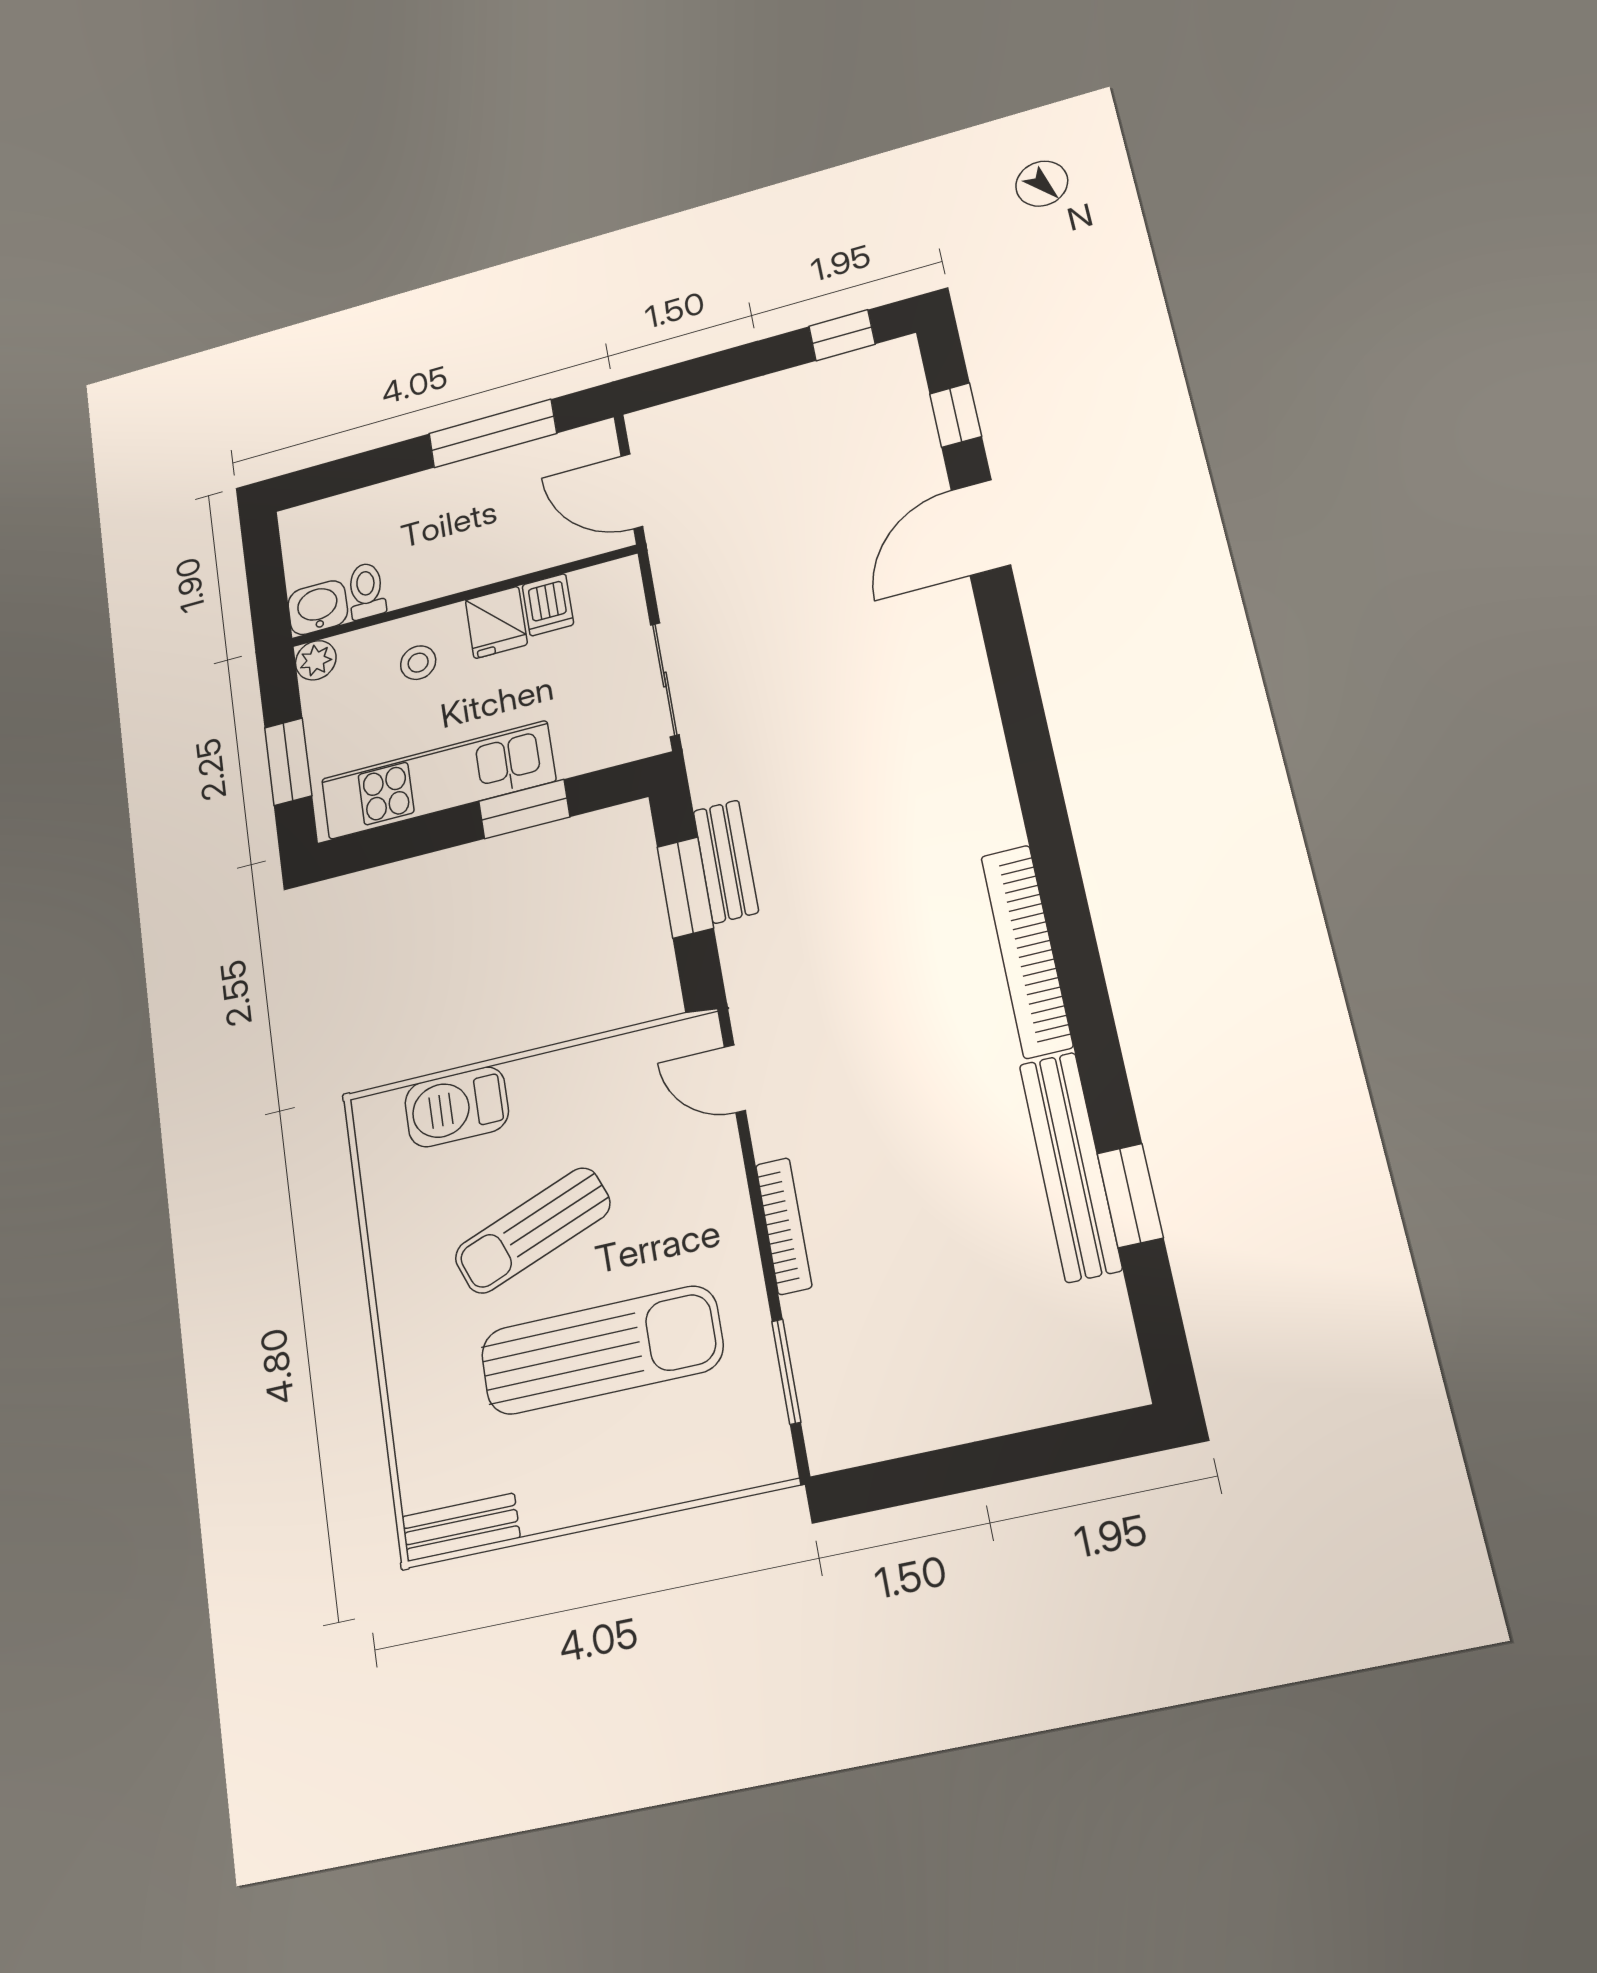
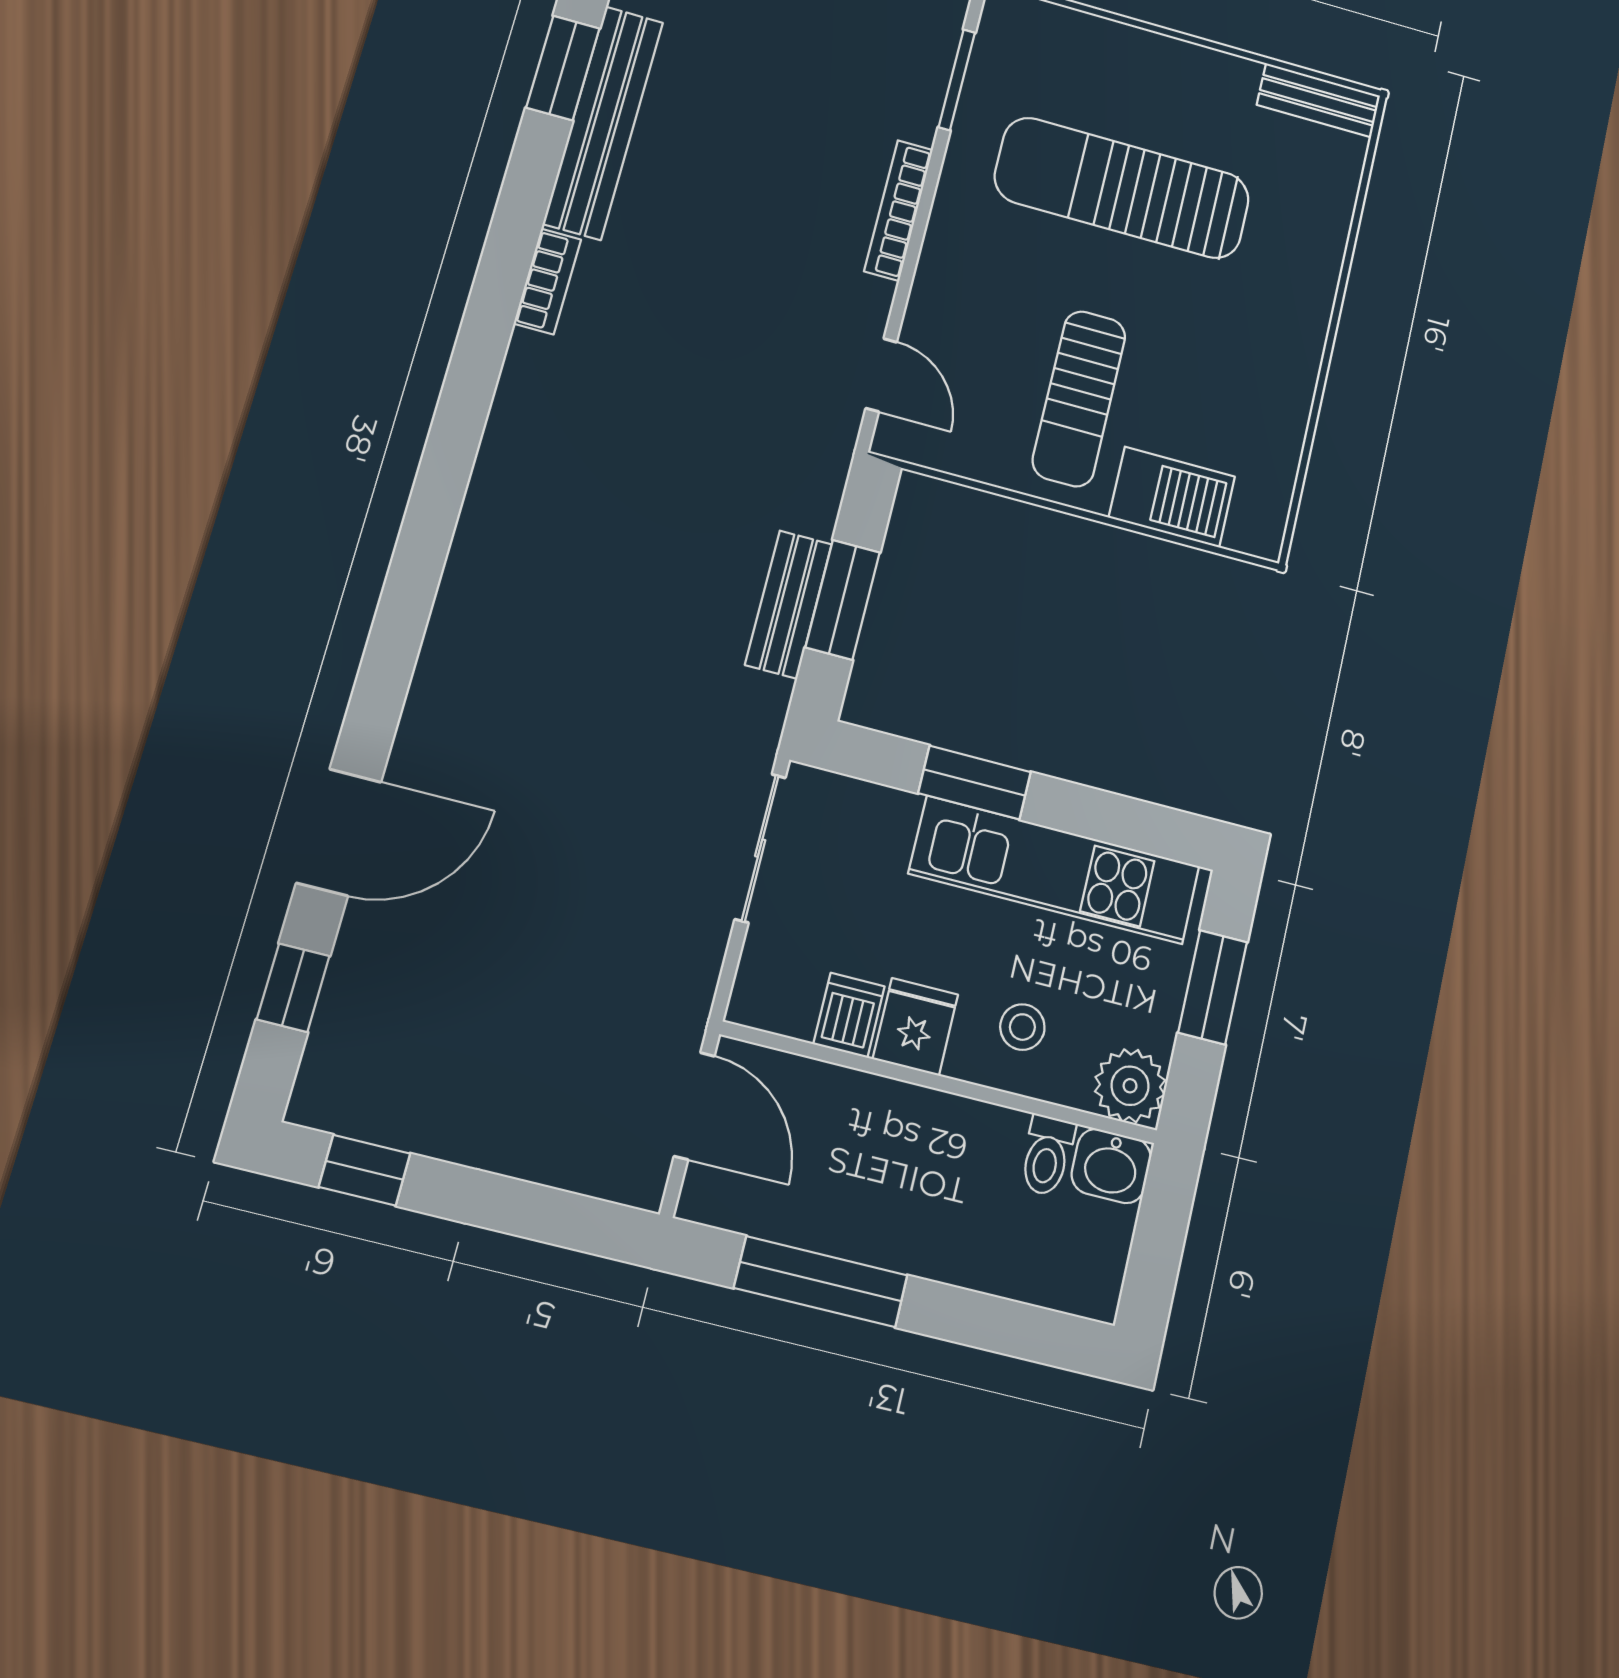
plant: (316, 660) -> (1130, 1086), width x1.38, depth x1.38
bookcase: (1027, 951) -> (547, 281), width x0.43, depth x0.76
sun lounger: (533, 1230) -> (1079, 398), moved, turned 111

